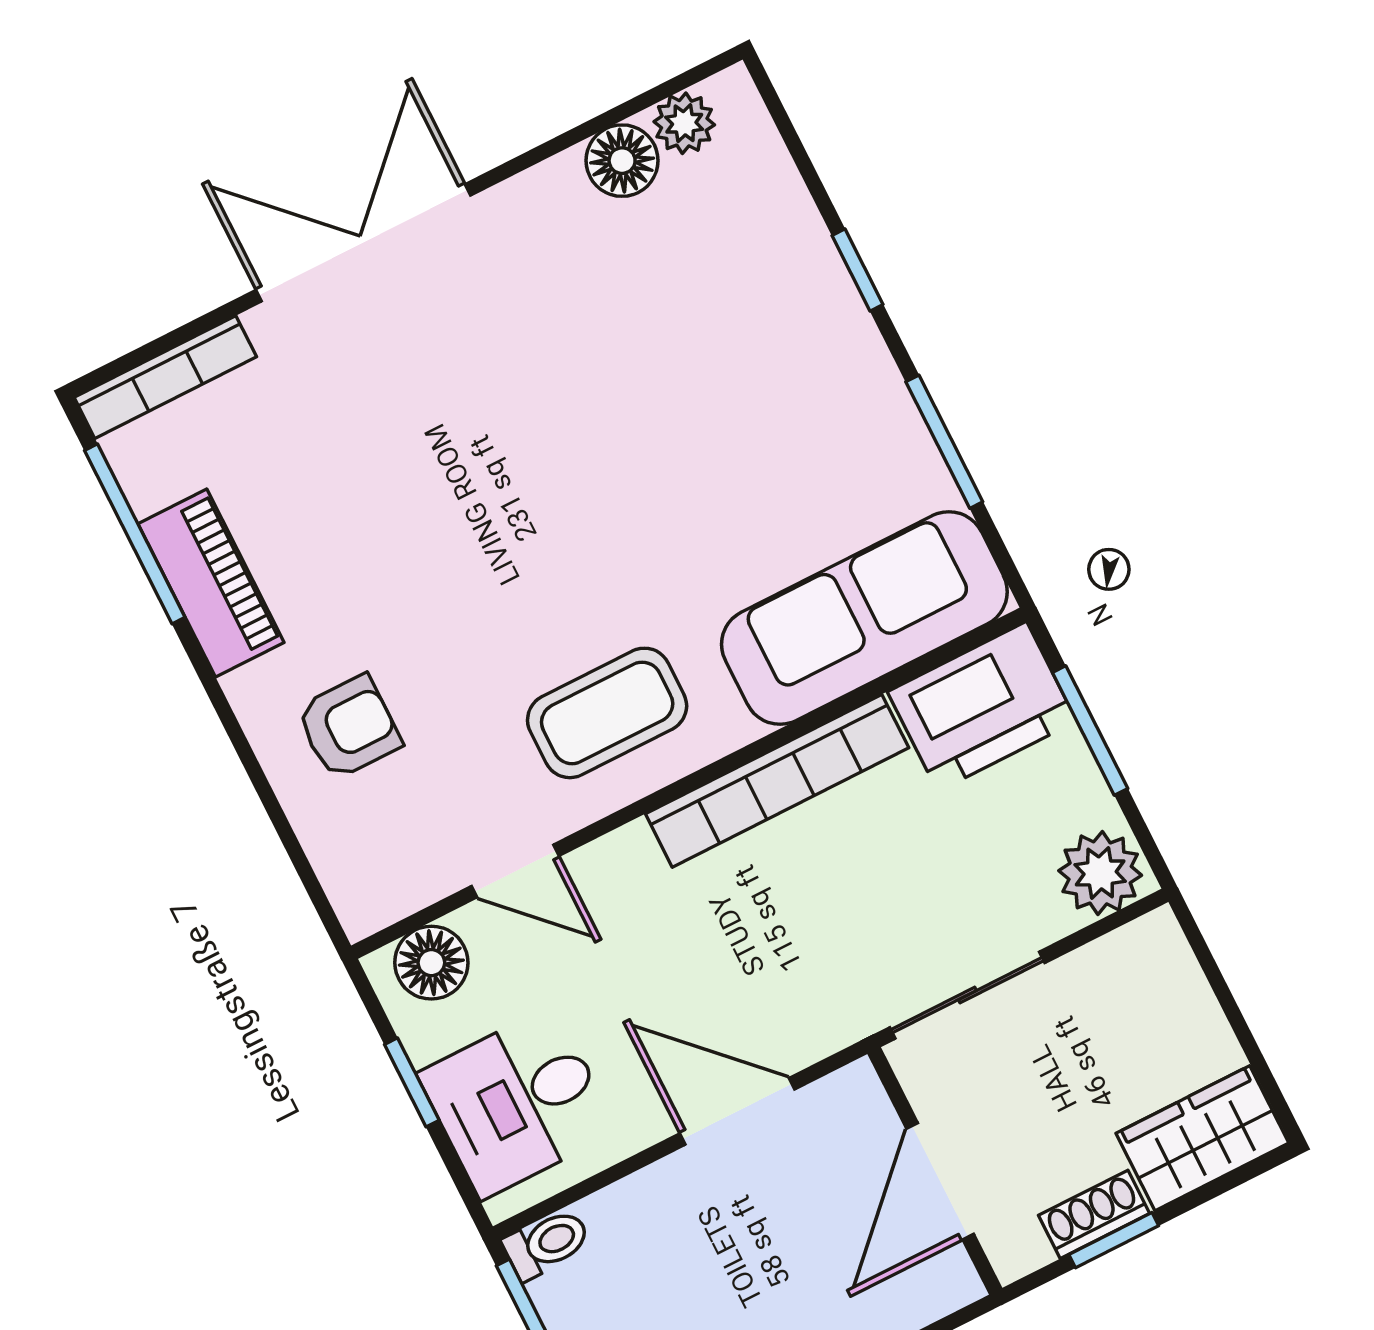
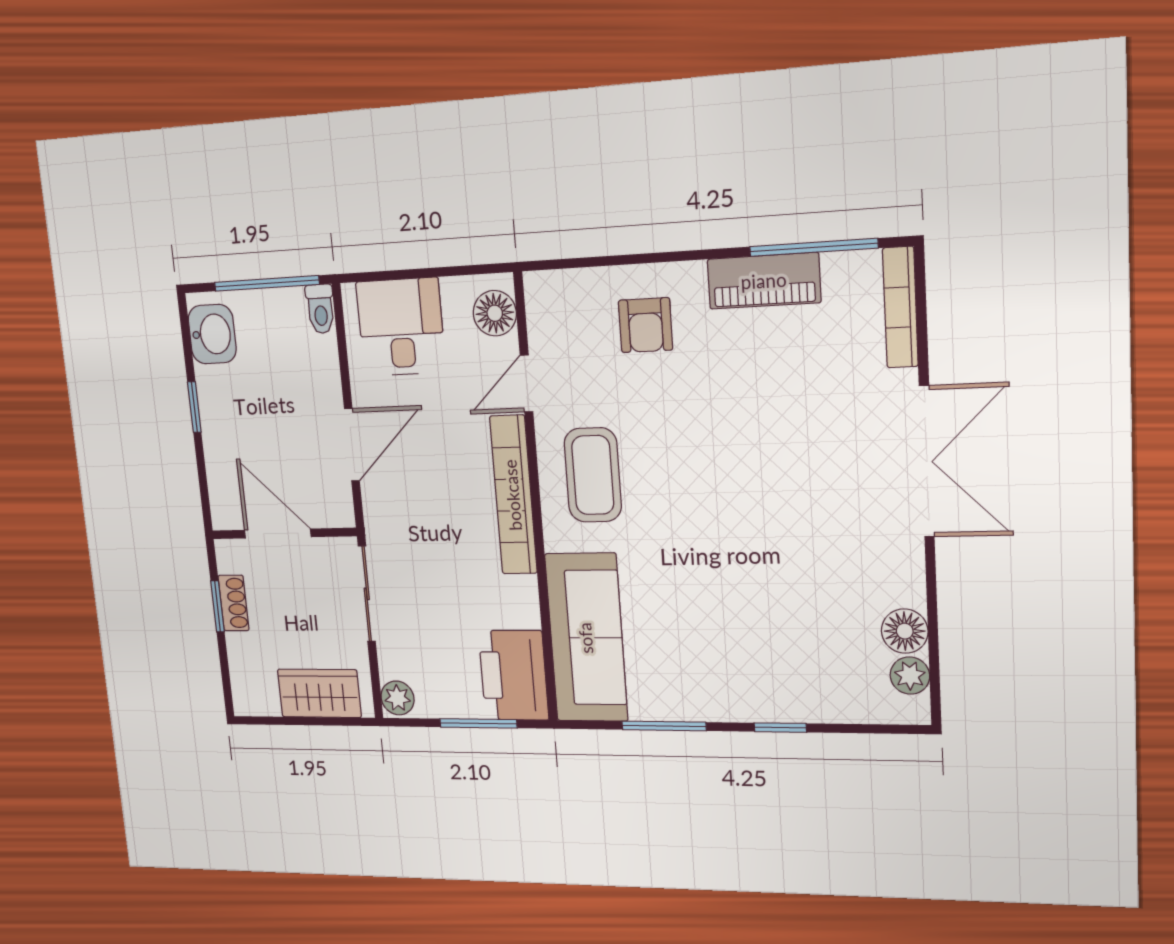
bookcase: (777, 781) -> (513, 495), moved
plant: (1100, 873) -> (397, 698), width x0.73, depth x0.73
window: (412, 1082) -> (434, 272), removed
wardrobe: (1202, 1138) -> (319, 693), moved, turned -90

